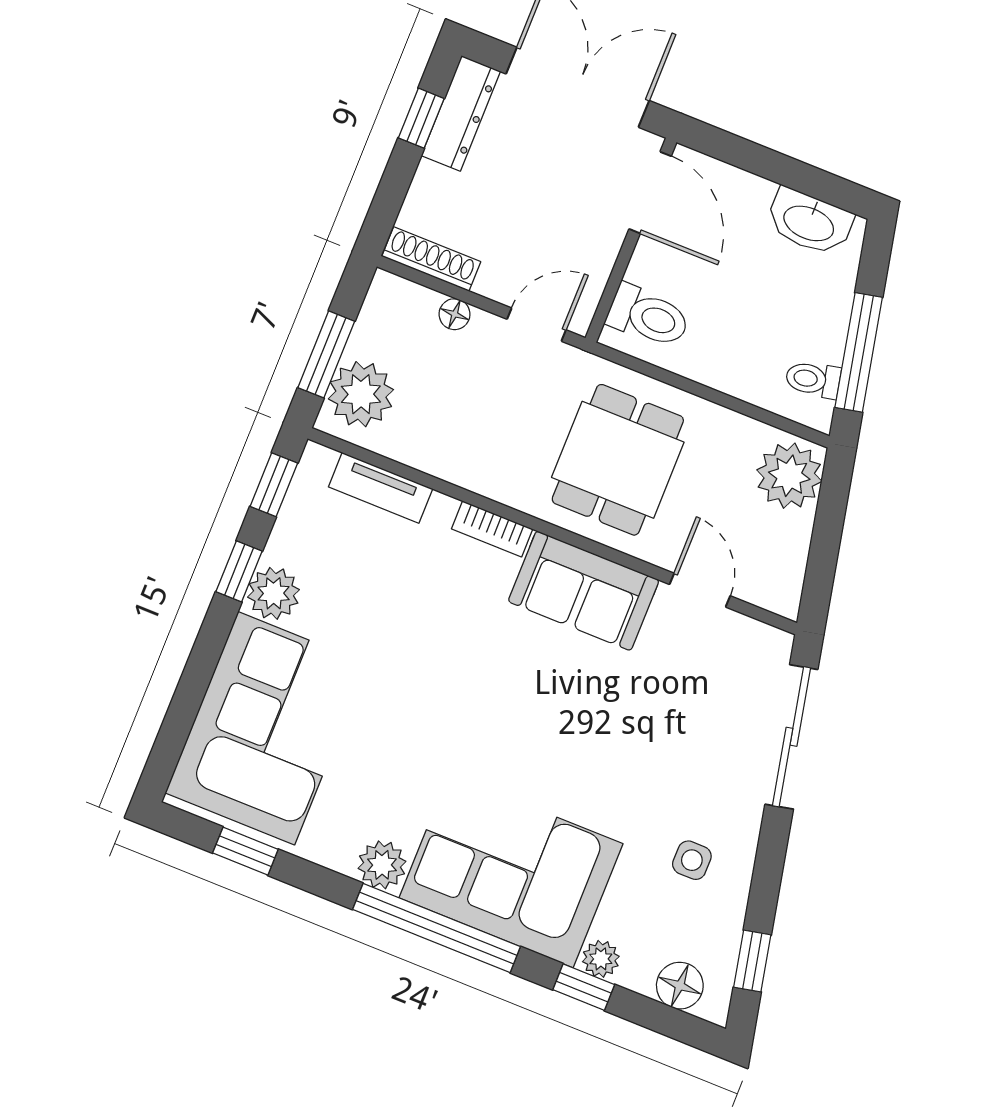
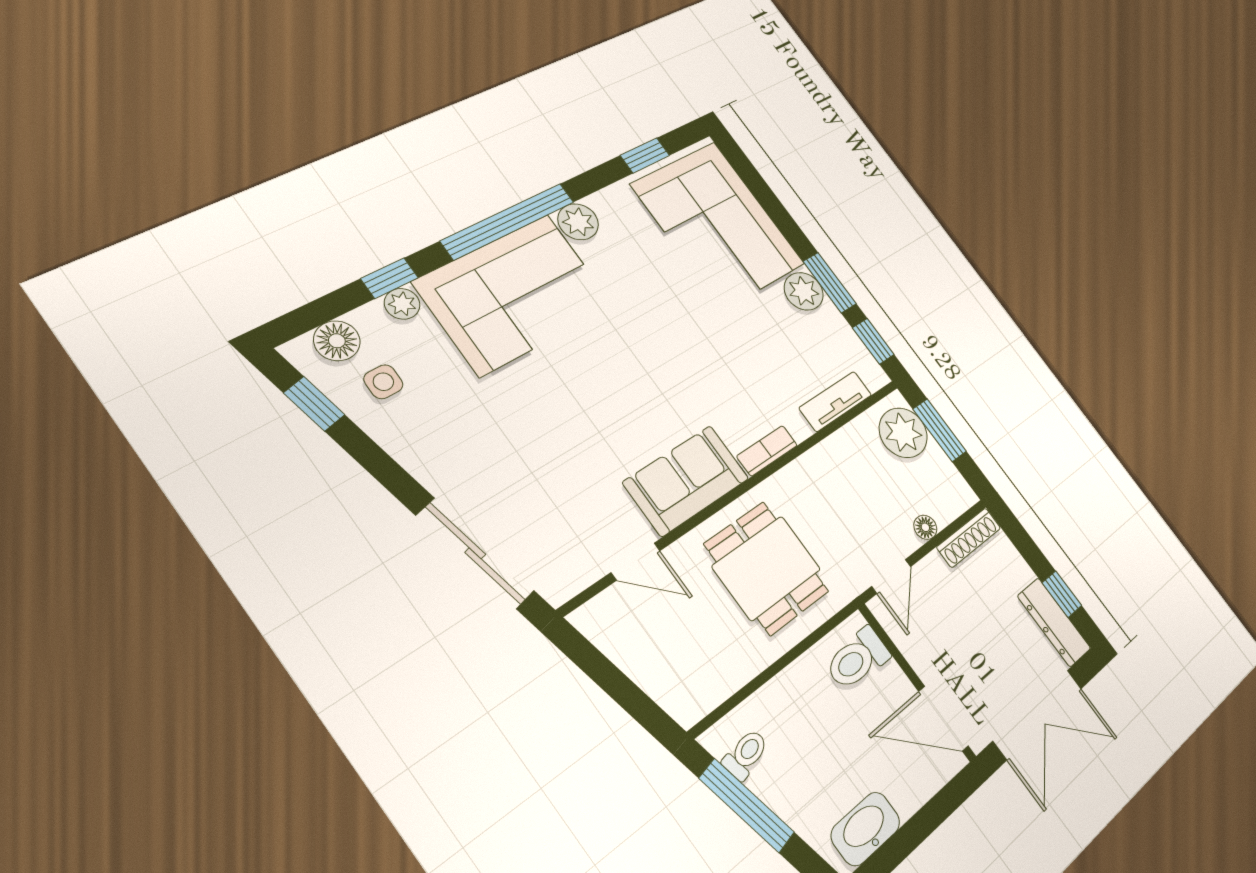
plant: (789, 476) -> (682, 687), removed
window: (239, 571) -> (830, 283), width x1.50
side table: (692, 860) -> (383, 382), moved

